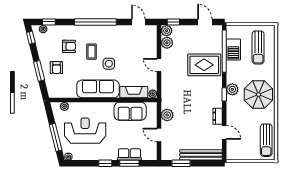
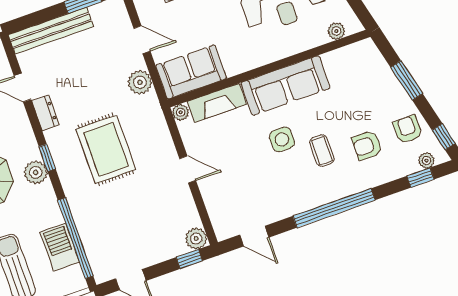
plant: (167, 43) -> (188, 216), removed
rug: (204, 65) -> (106, 149), moved, turned 90
armchair: (56, 68) -> (408, 129), moved
sofa: (130, 111) -> (191, 72), moved

